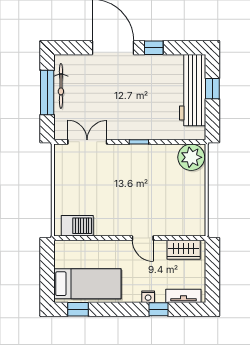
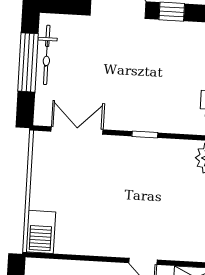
barbecue: (77, 226) -> (41, 232), moved, turned 90

